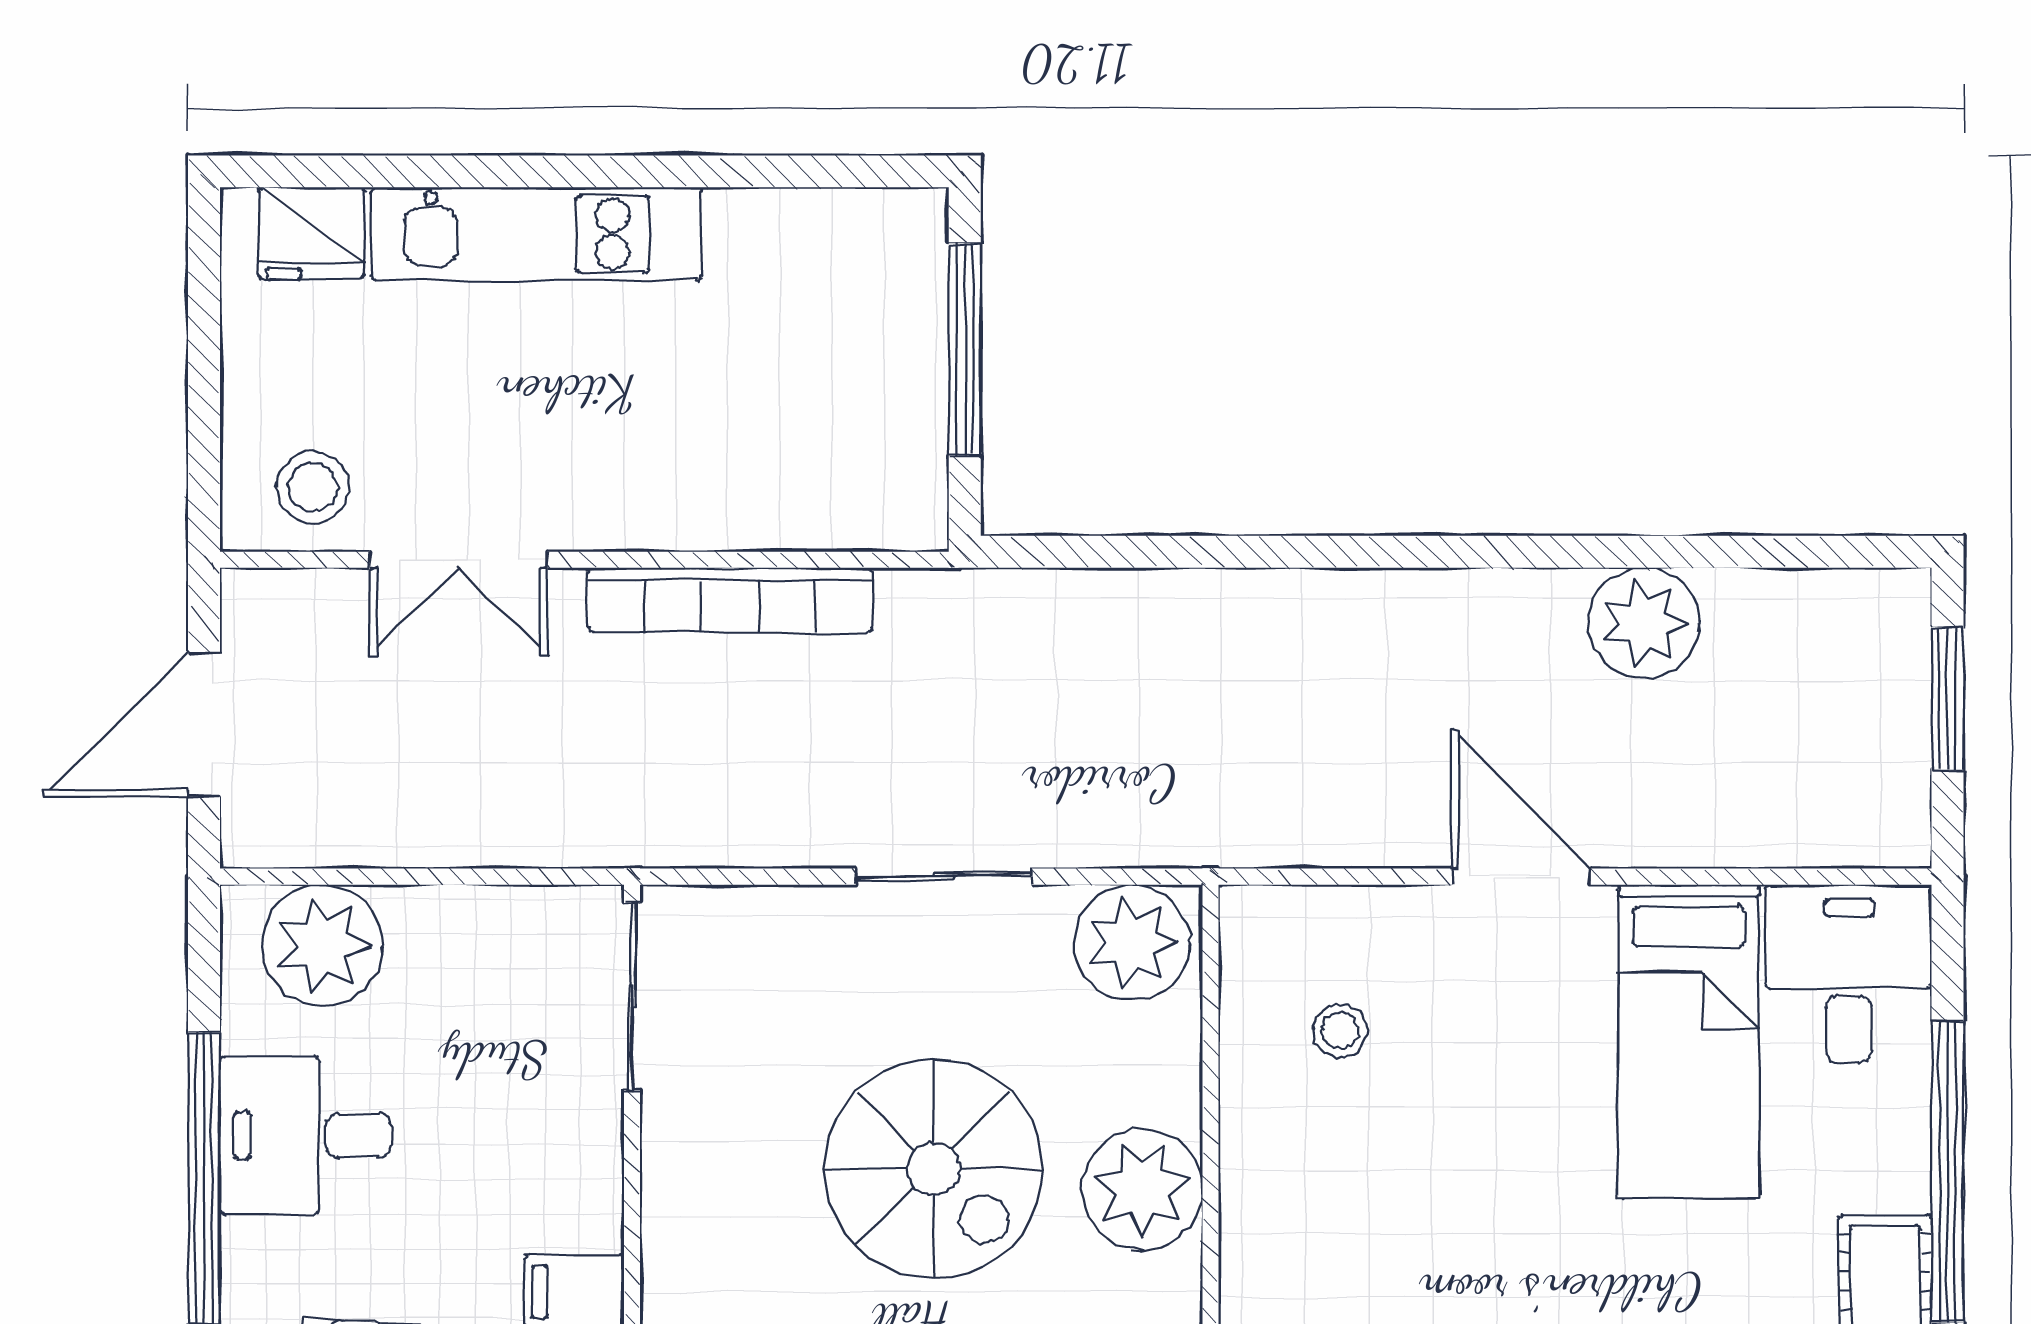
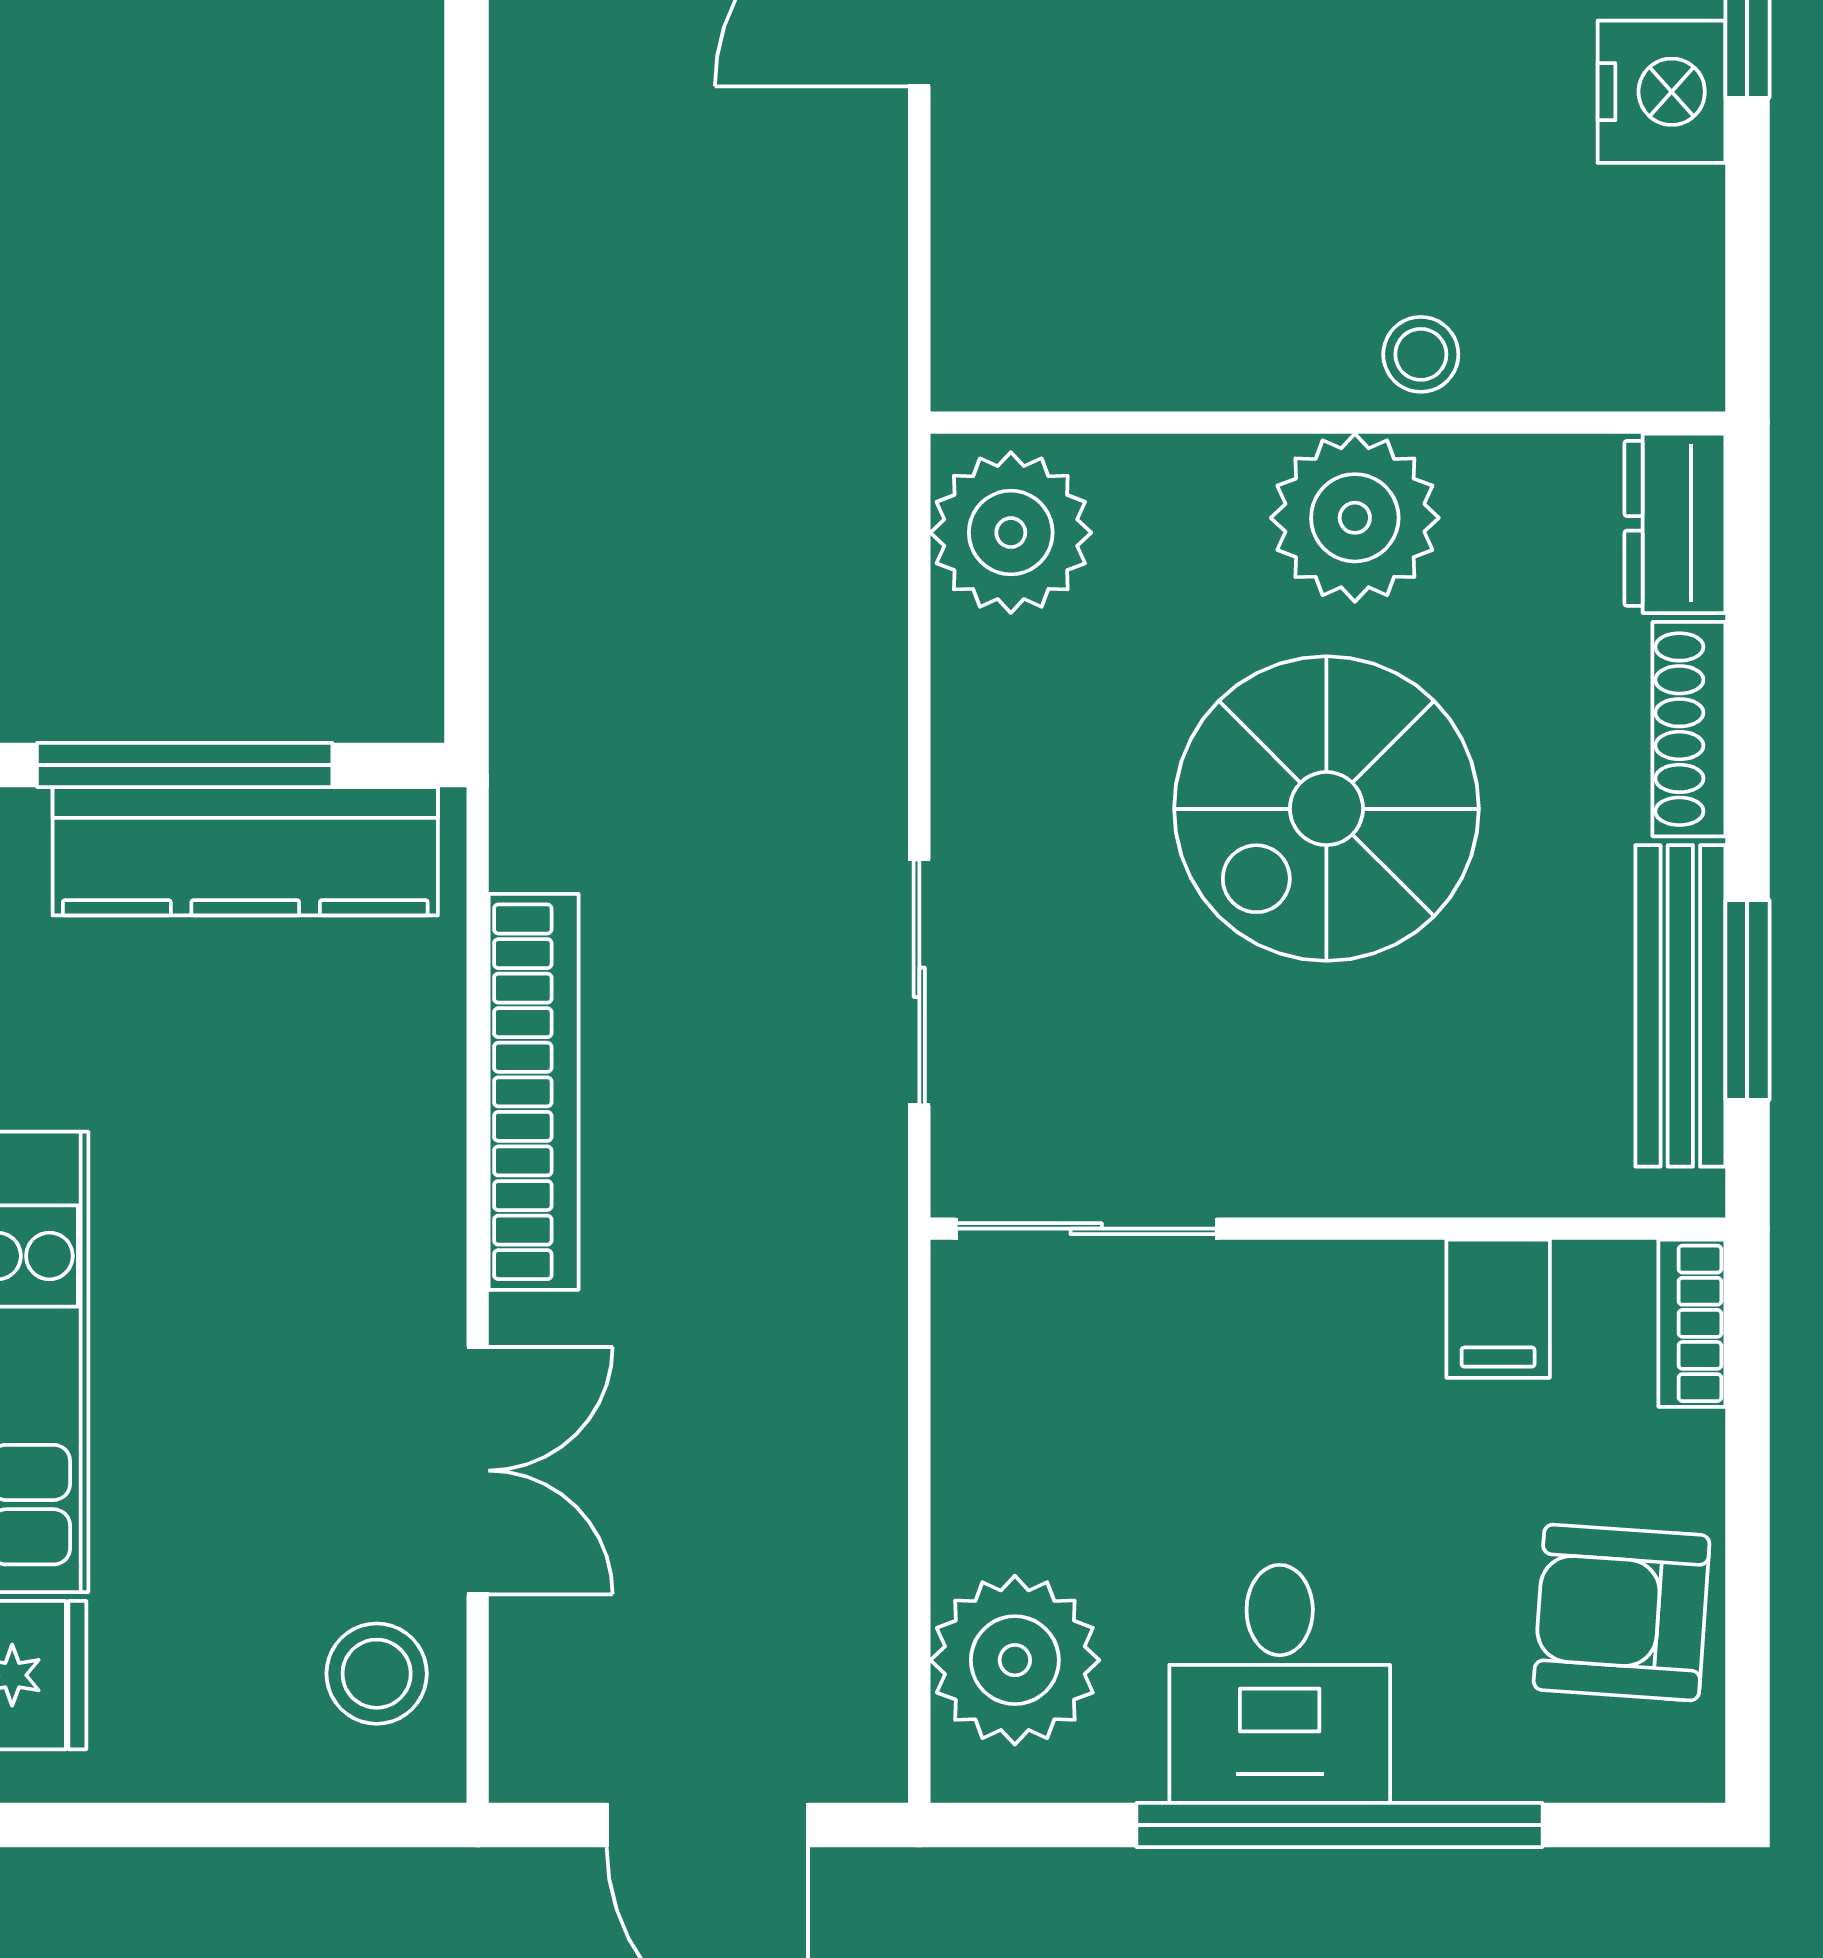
kitchen counter: (903, 393) -> (245, 851), added
sliding door: (944, 877) -> (919, 982), moved
stool: (1340, 1030) -> (1421, 354), moved
spiral stairs: (934, 1169) -> (1326, 809), turned 180

